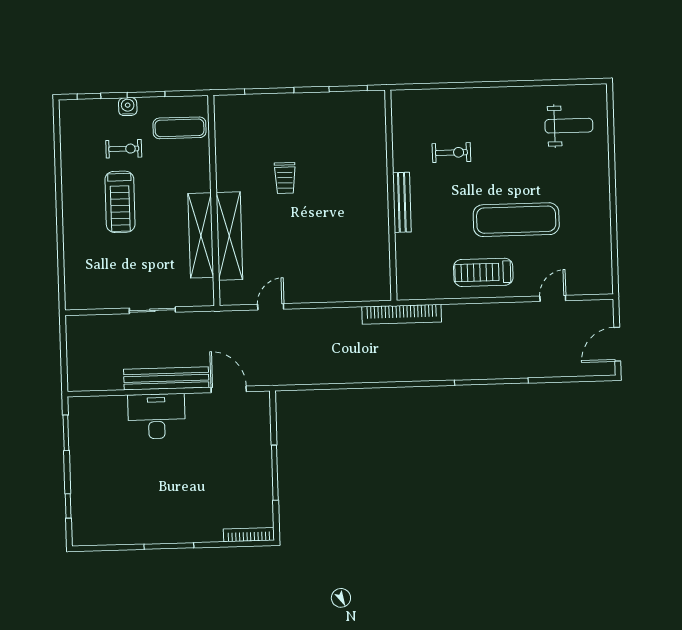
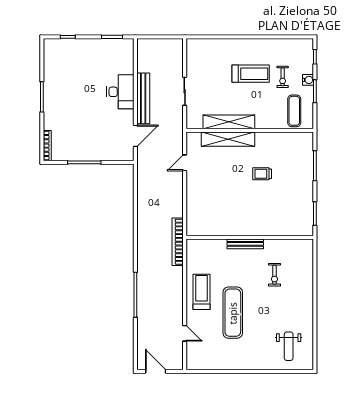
treadmill: (120, 202) -> (251, 74), turned 180
door: (271, 307) -> (185, 163), swing flipped

